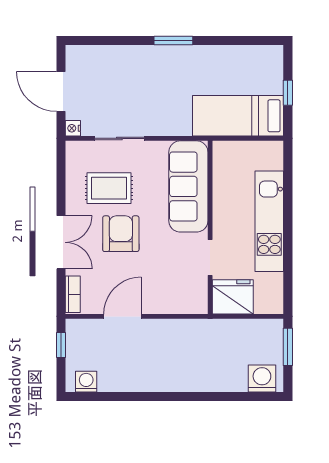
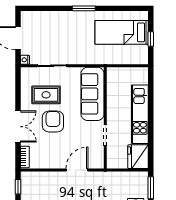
bed: (238, 116) -> (122, 32), moved
fridge: (233, 297) -> (138, 157), moved, turned -90
door: (122, 316) -> (77, 170), moved

